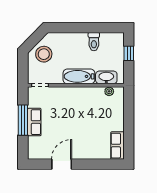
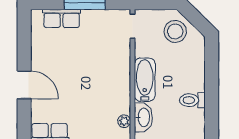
row of seats: (34, 122) -> (62, 18), moved
door: (62, 164) -> (24, 85), moved

